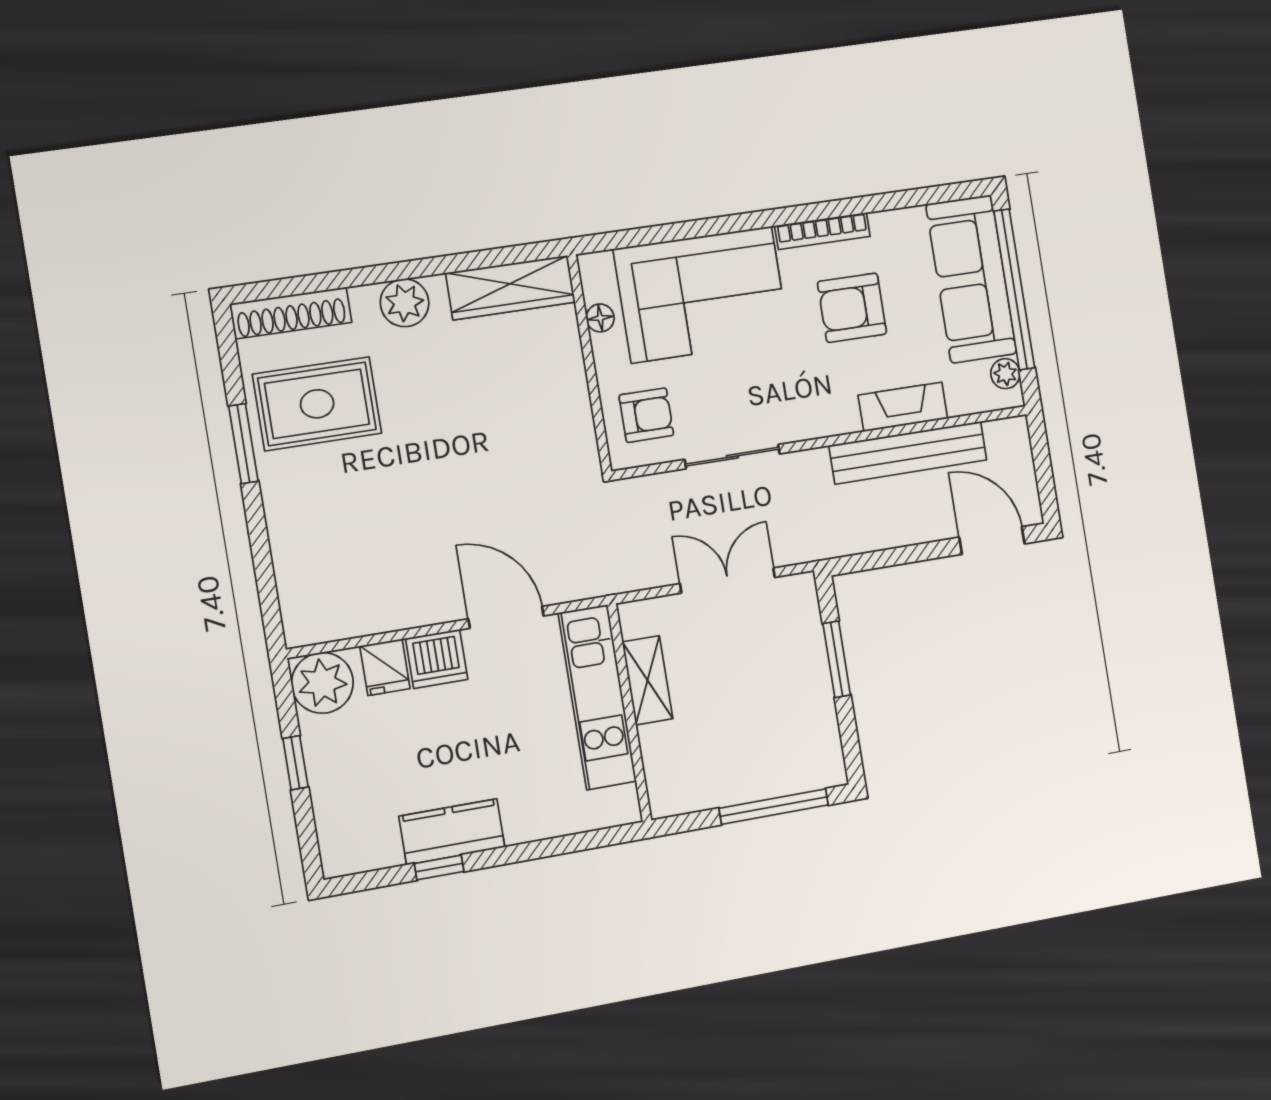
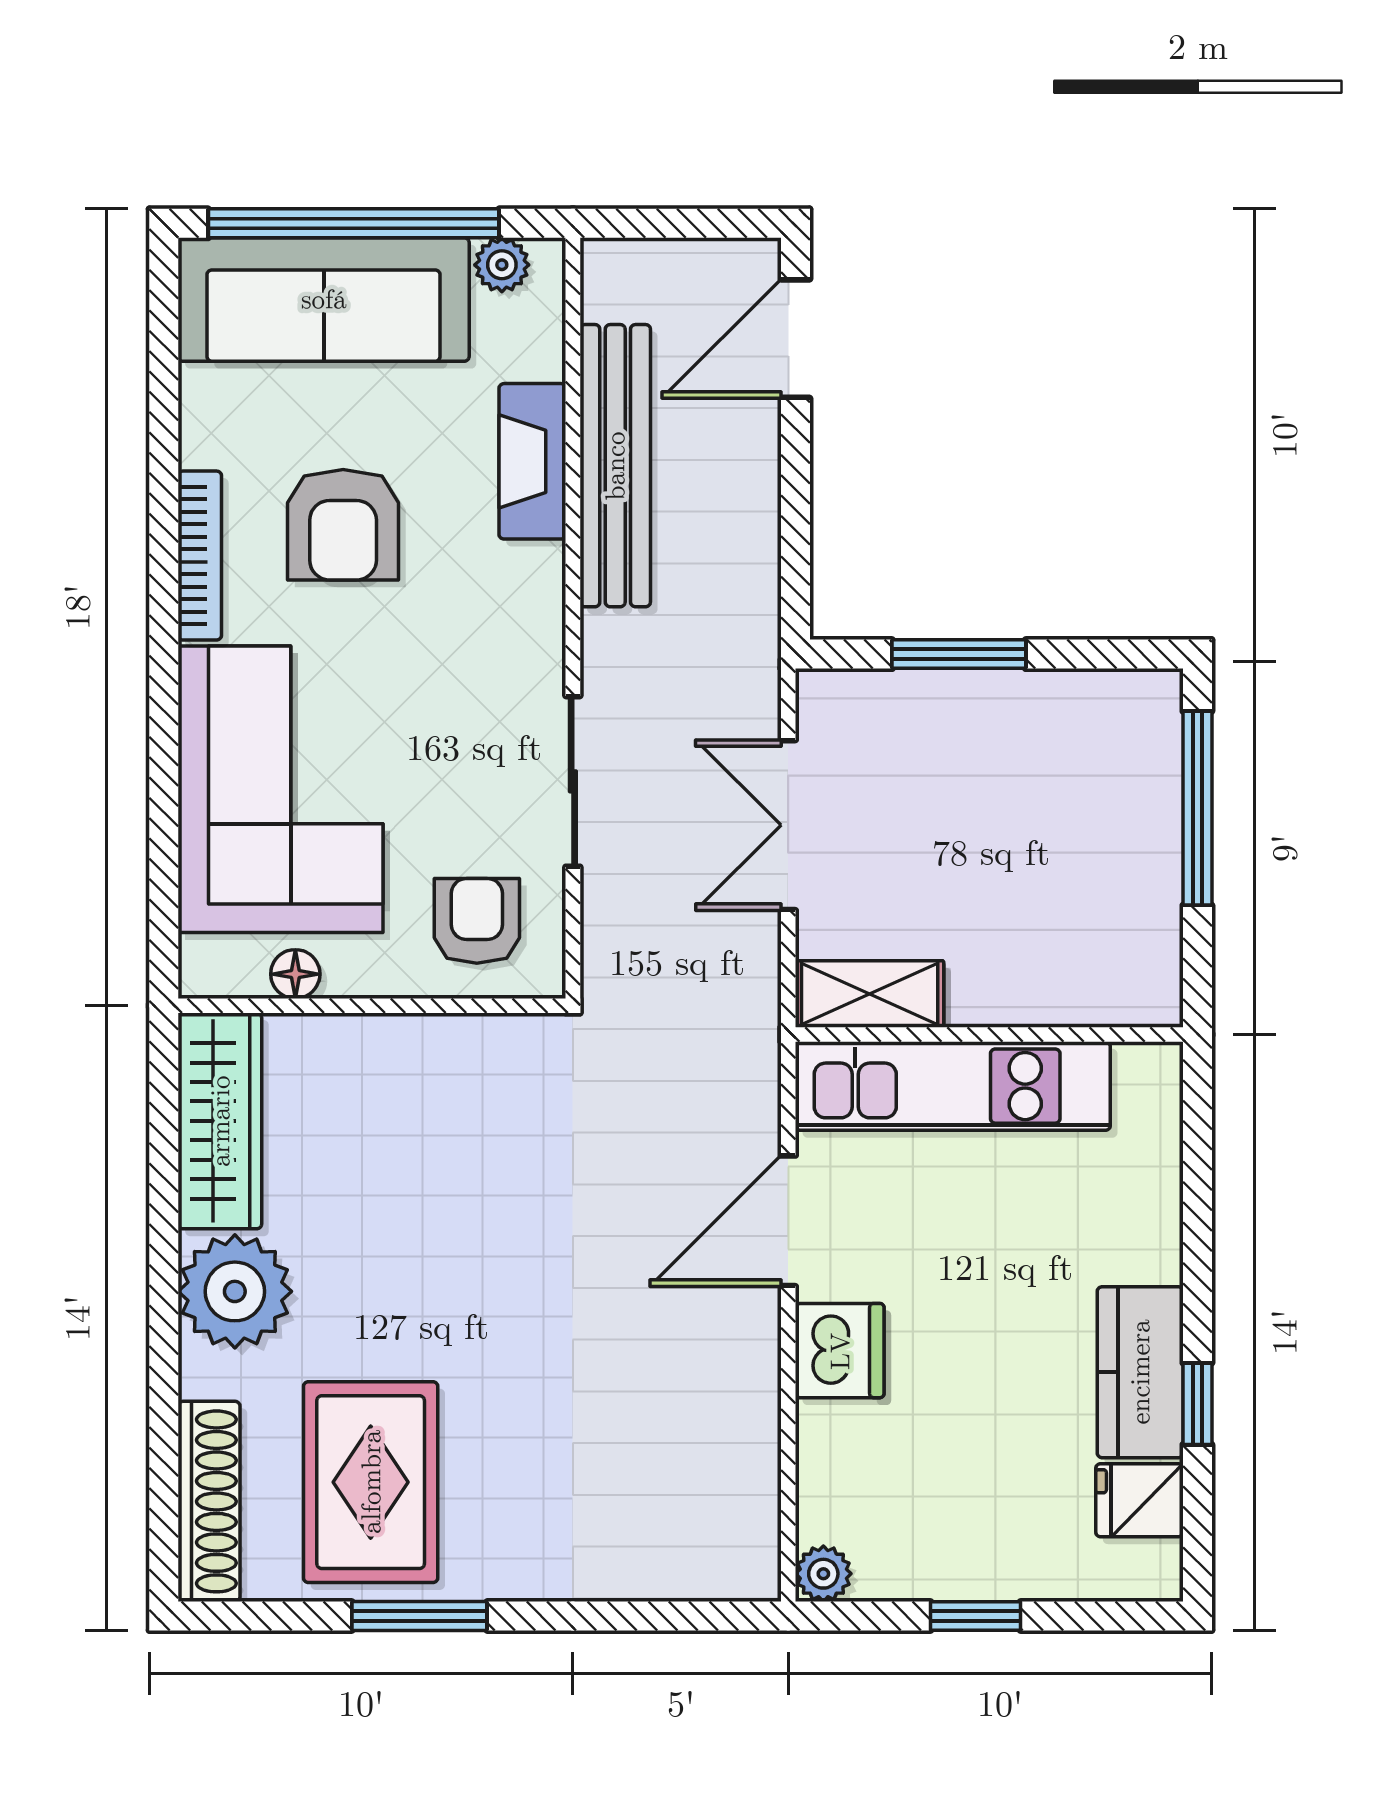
plant: (405, 303) -> (235, 1291), width x1.36, depth x1.36
fridge: (385, 667) -> (1139, 1500), moved, turned 180
shelving: (647, 680) -> (870, 994), moved
plant: (322, 683) -> (823, 1574), width x0.53, depth x0.53

